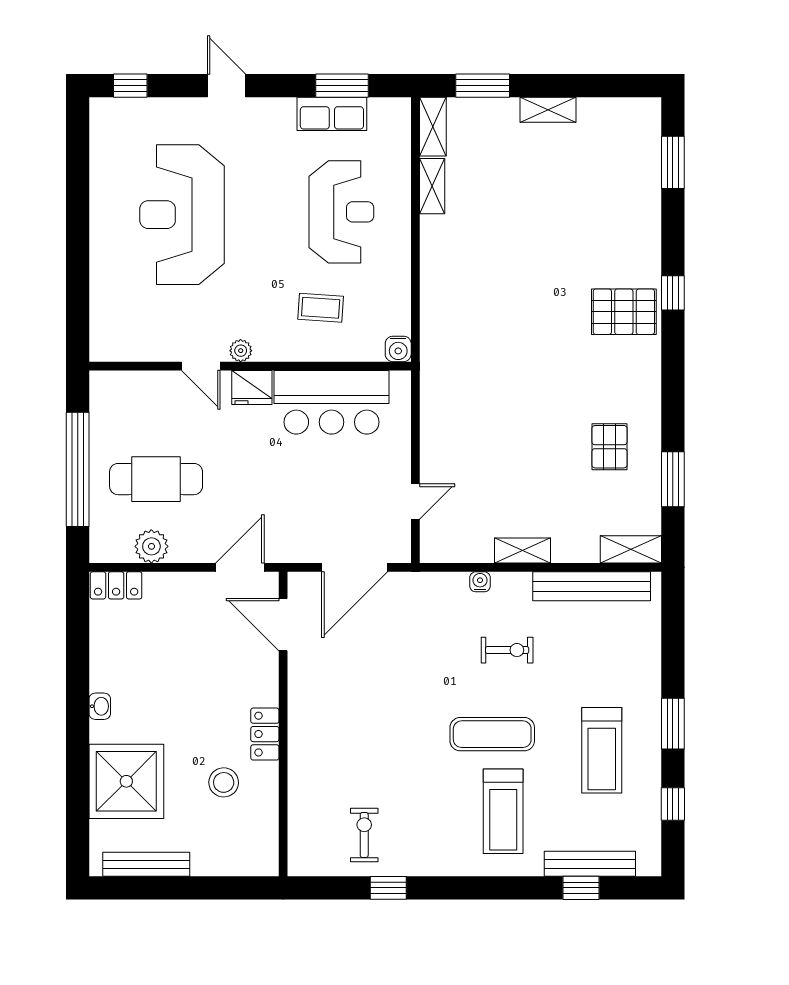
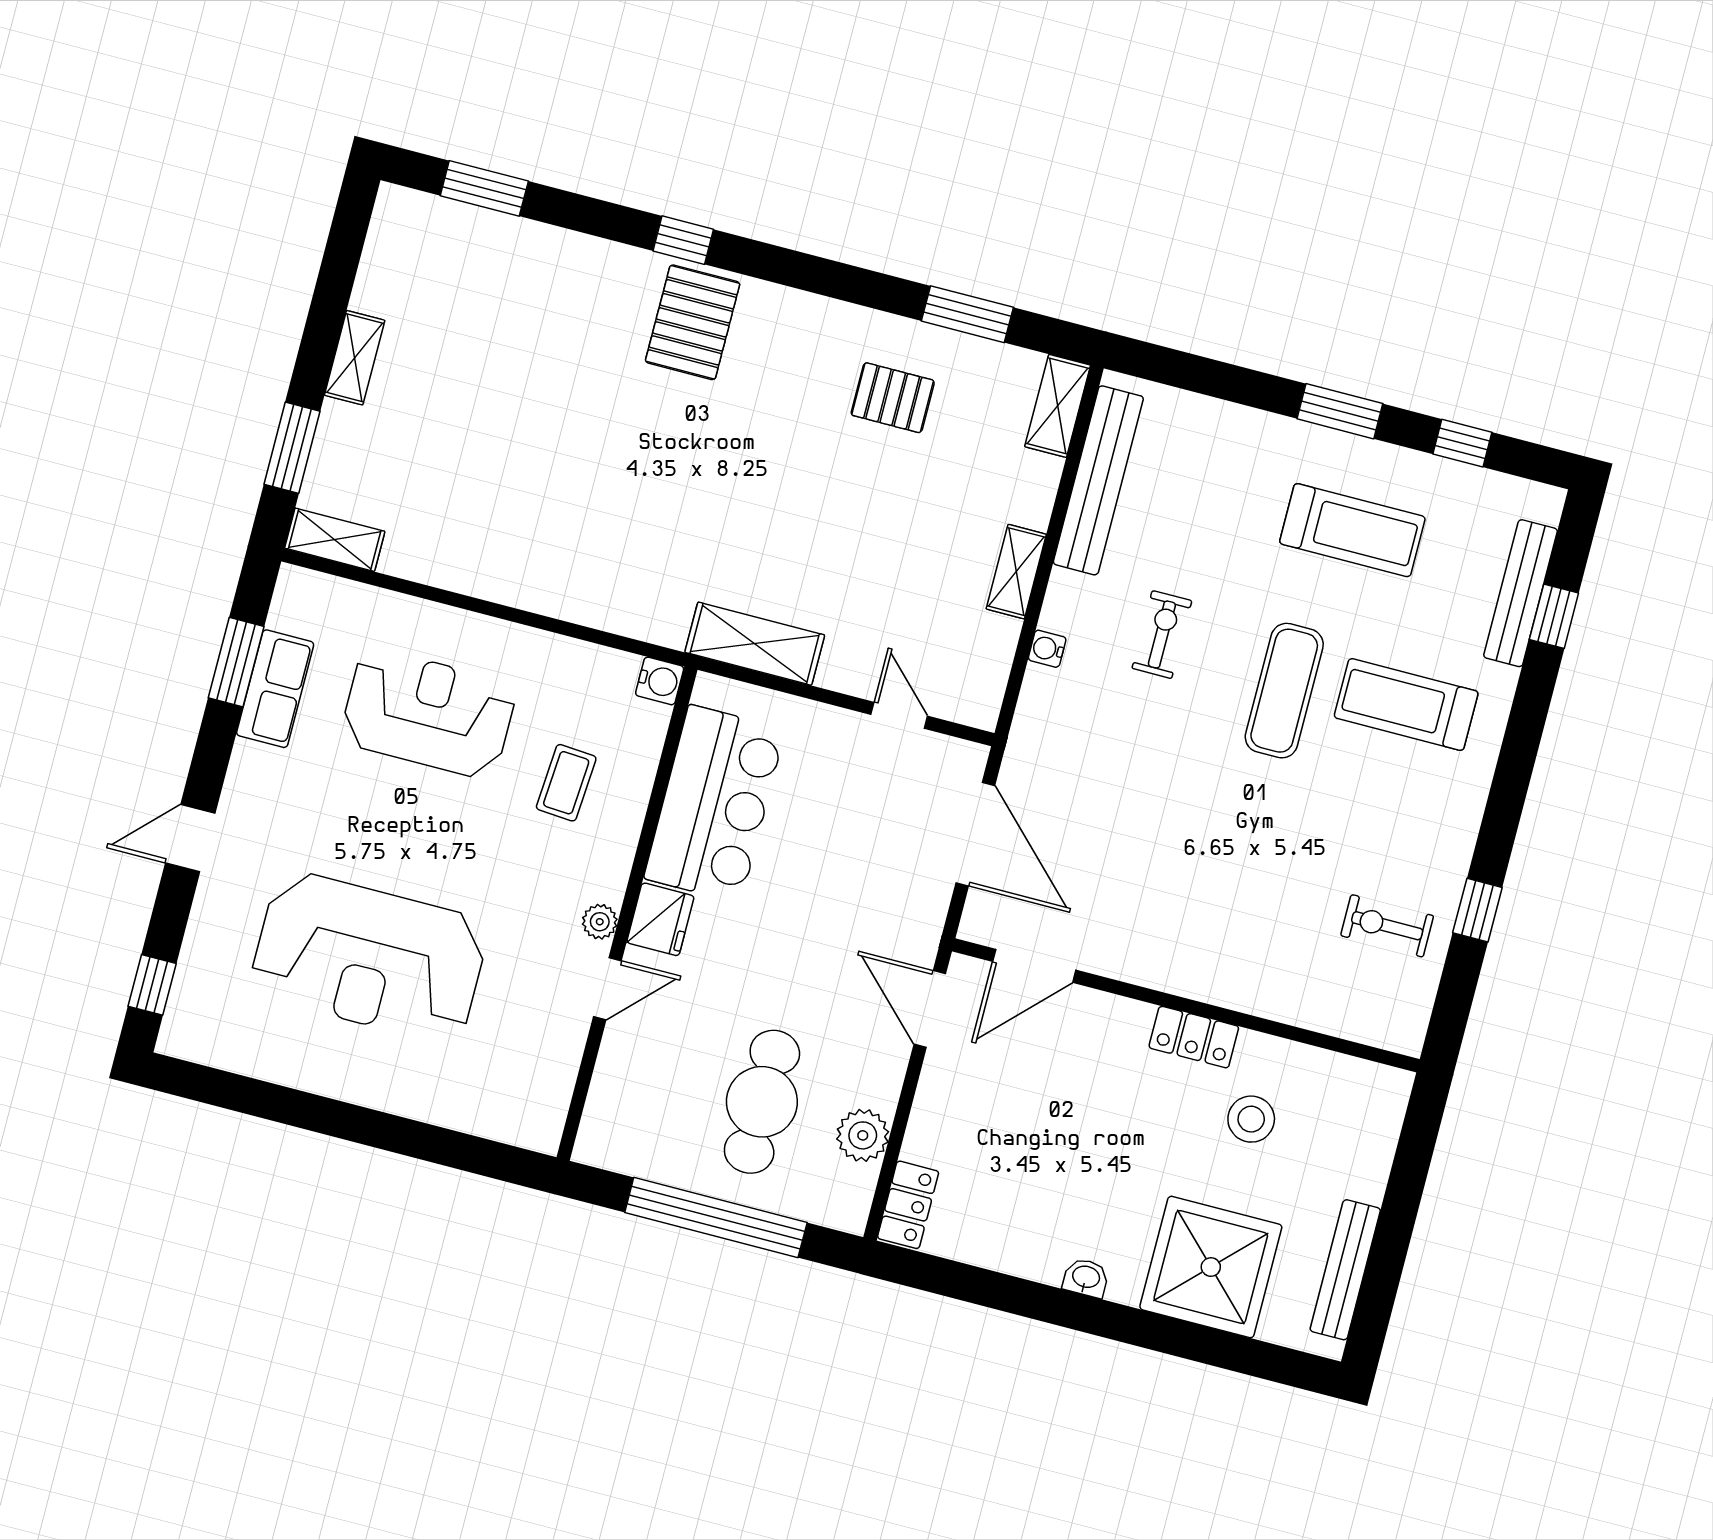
shelving: (432, 186) -> (755, 644), moved, width x1.50, depth x1.33
treadmill: (503, 811) -> (1406, 704), turned 180

